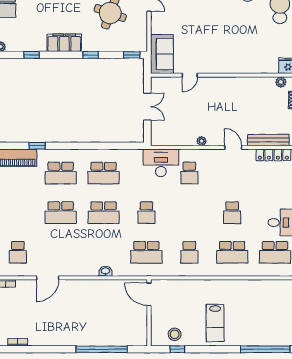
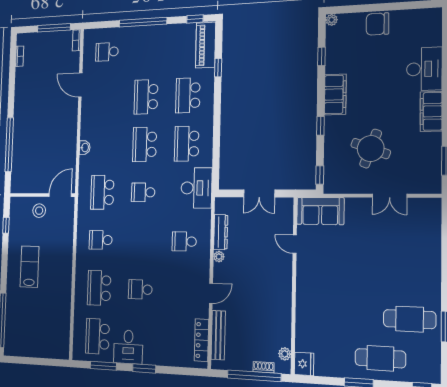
dresser: (181, 140) -> (221, 232), added
desk: (161, 163) -> (196, 188), moved
lab bench: (215, 323) -> (30, 267), turned 90
stool: (175, 334) -> (39, 211), moved

